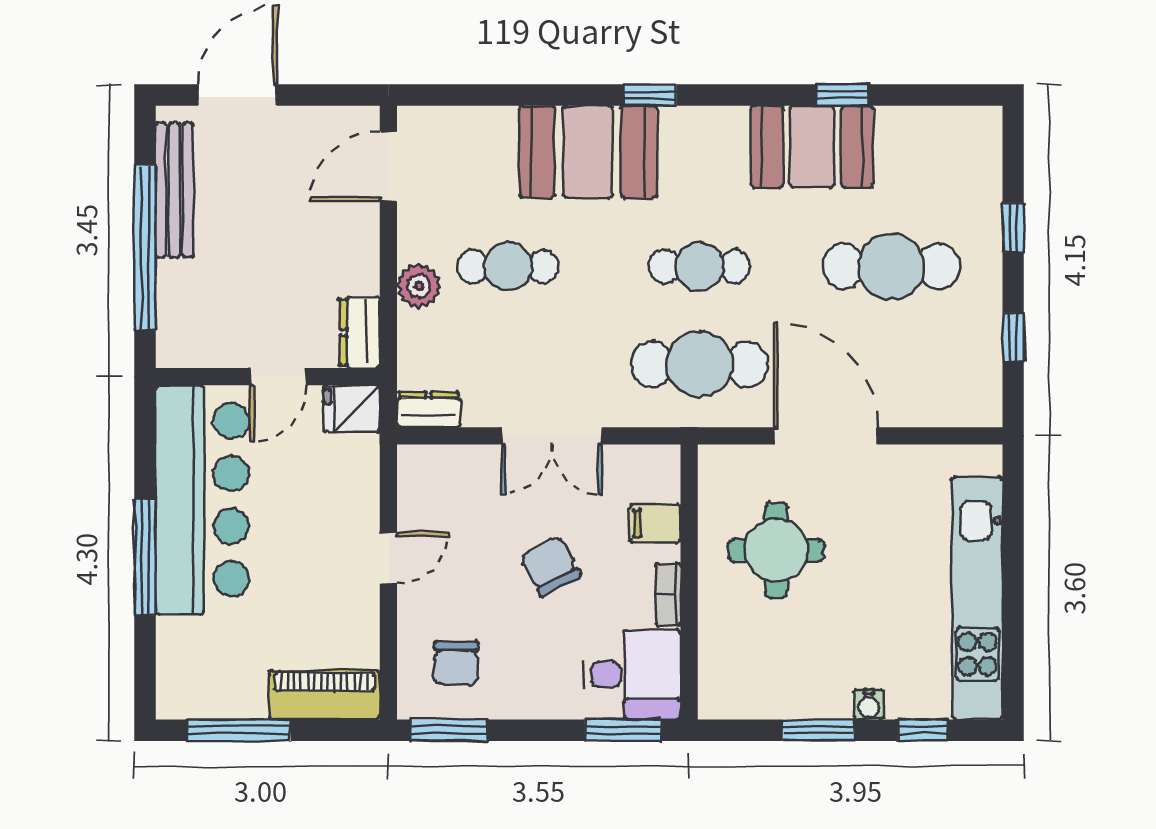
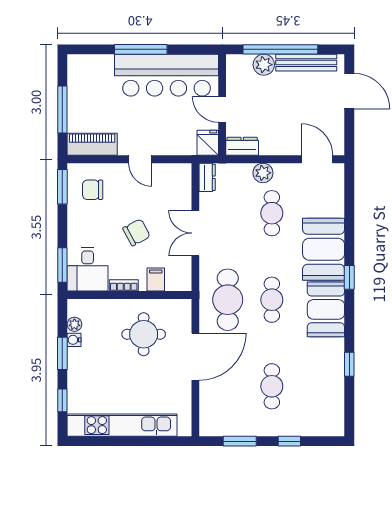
booth: (812, 147) -> (326, 309), moved
cafe table: (891, 266) -> (272, 386), width x0.73, depth x0.74
plant: (179, 284) -> (264, 65), added
window: (1013, 337) -> (240, 441), width x1.50
piano: (324, 695) -> (92, 144), moved, turned -90
plant: (754, 704) -> (74, 324), added
water cooler: (869, 705) -> (74, 340), moved
window: (239, 730) -> (62, 110), moved

